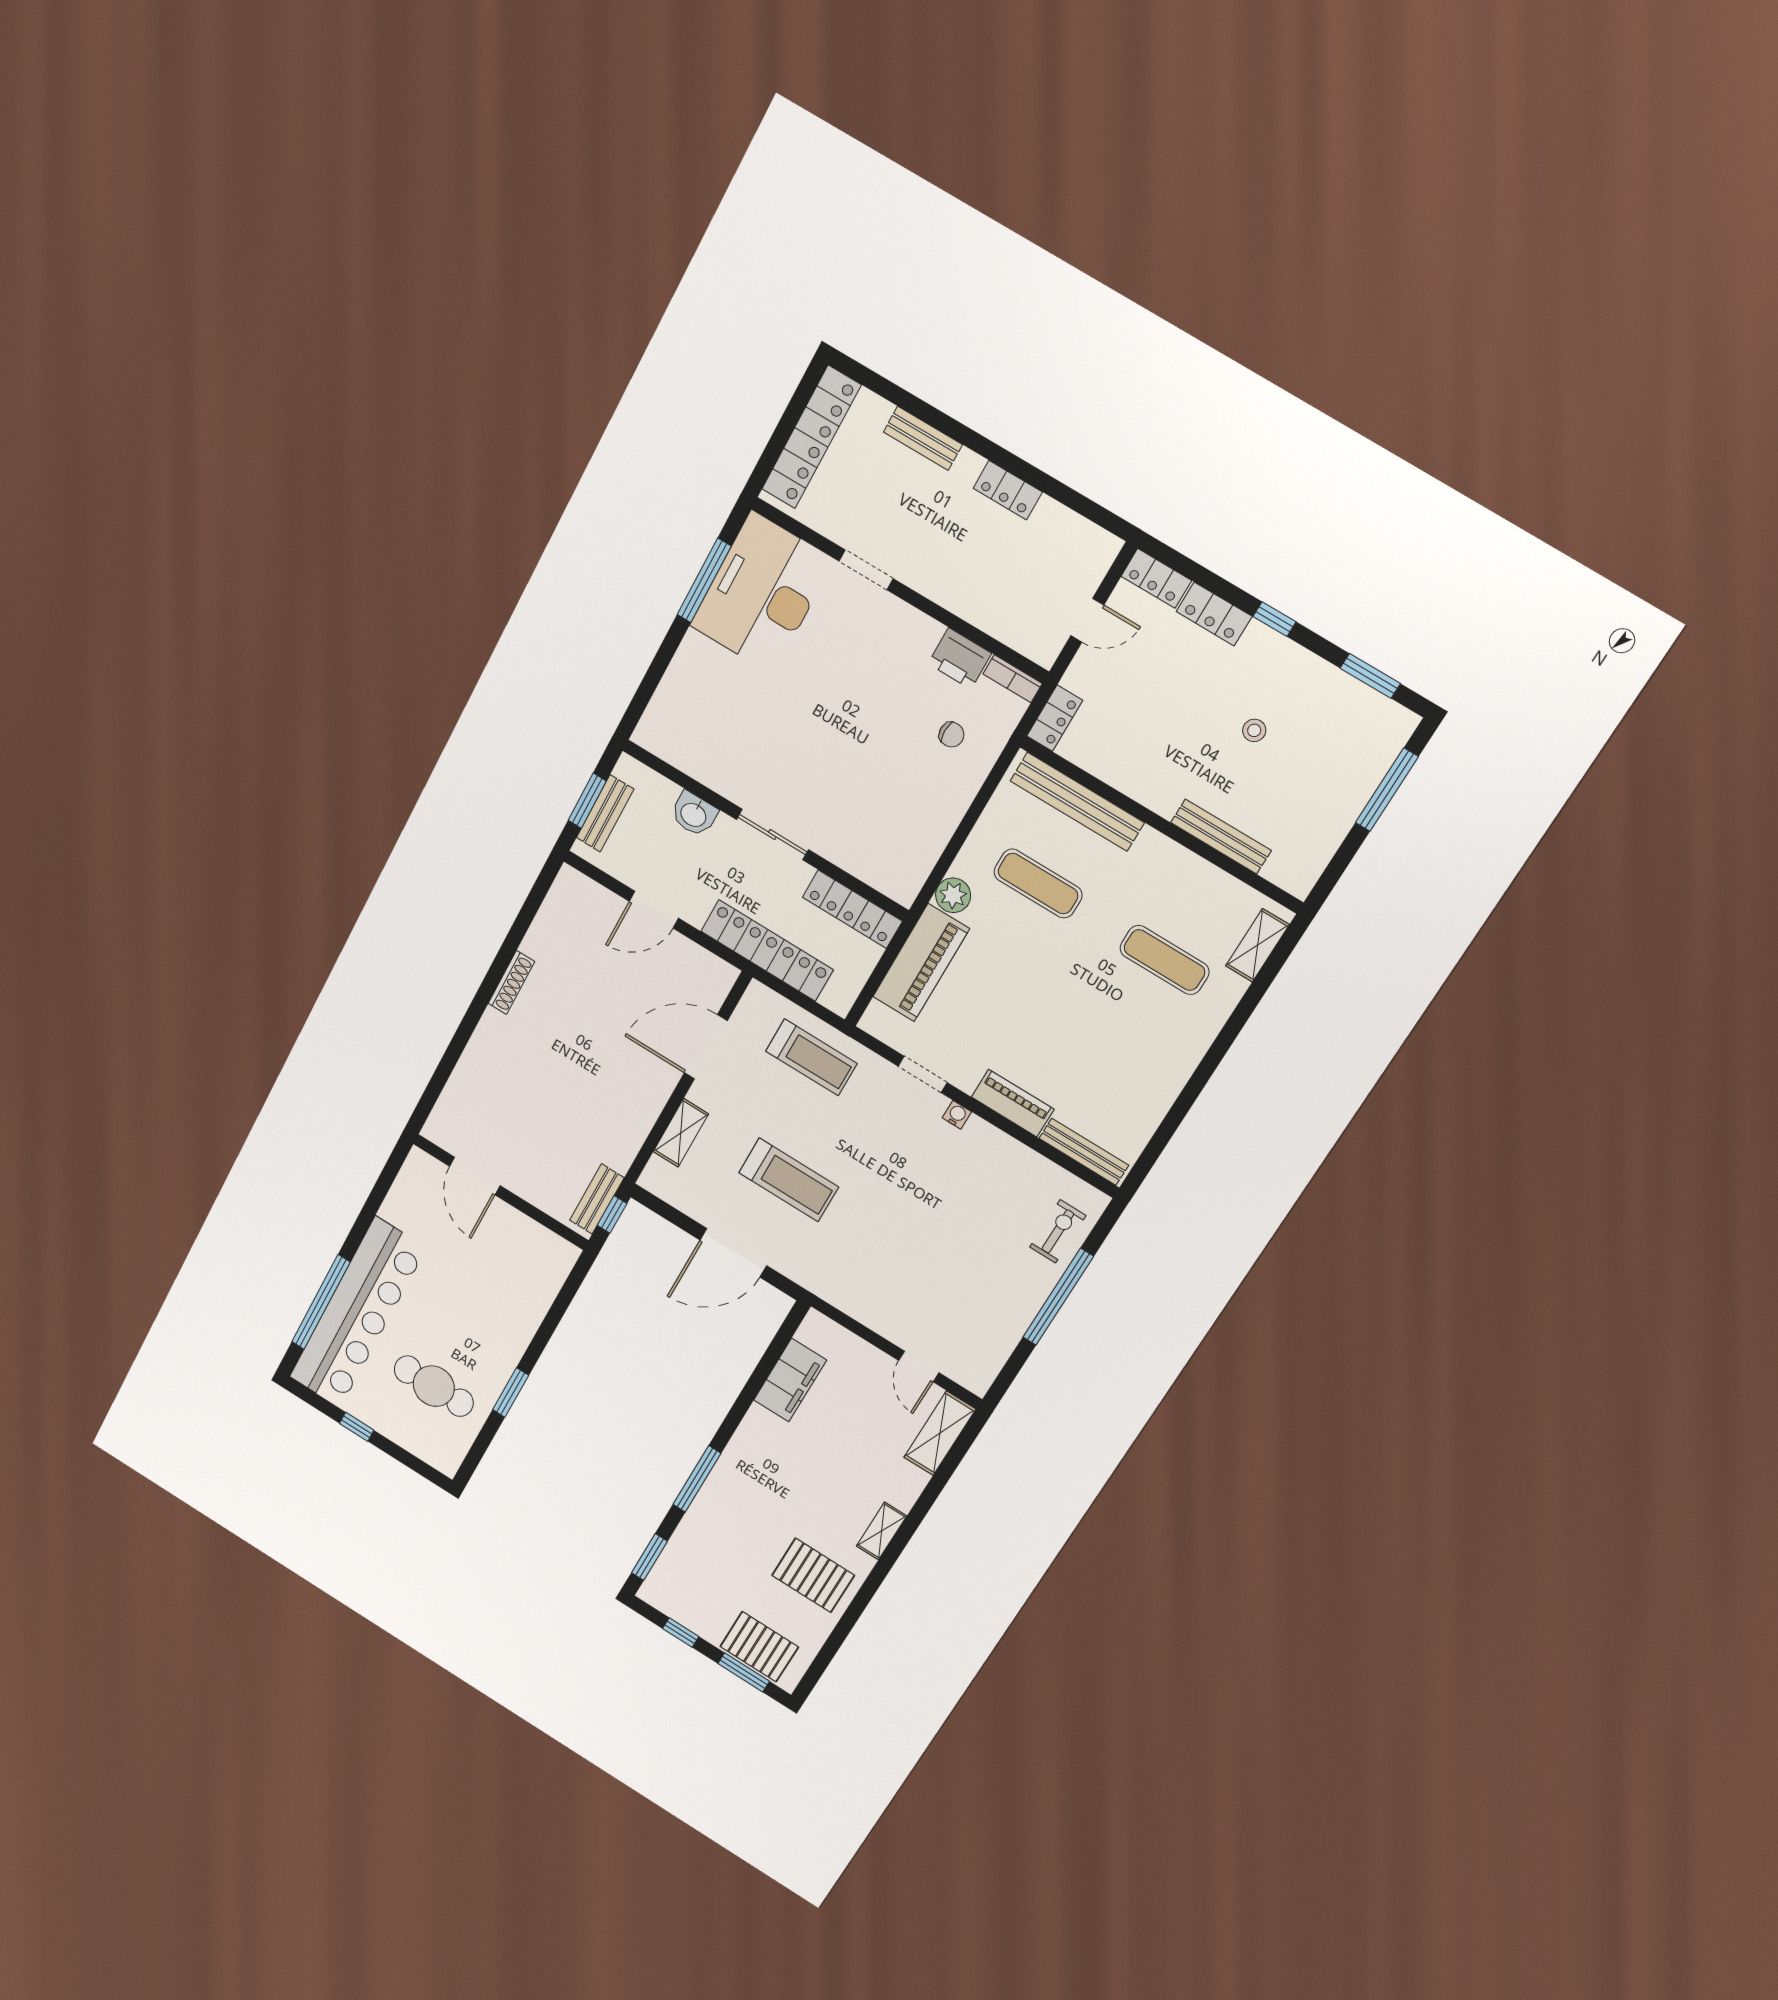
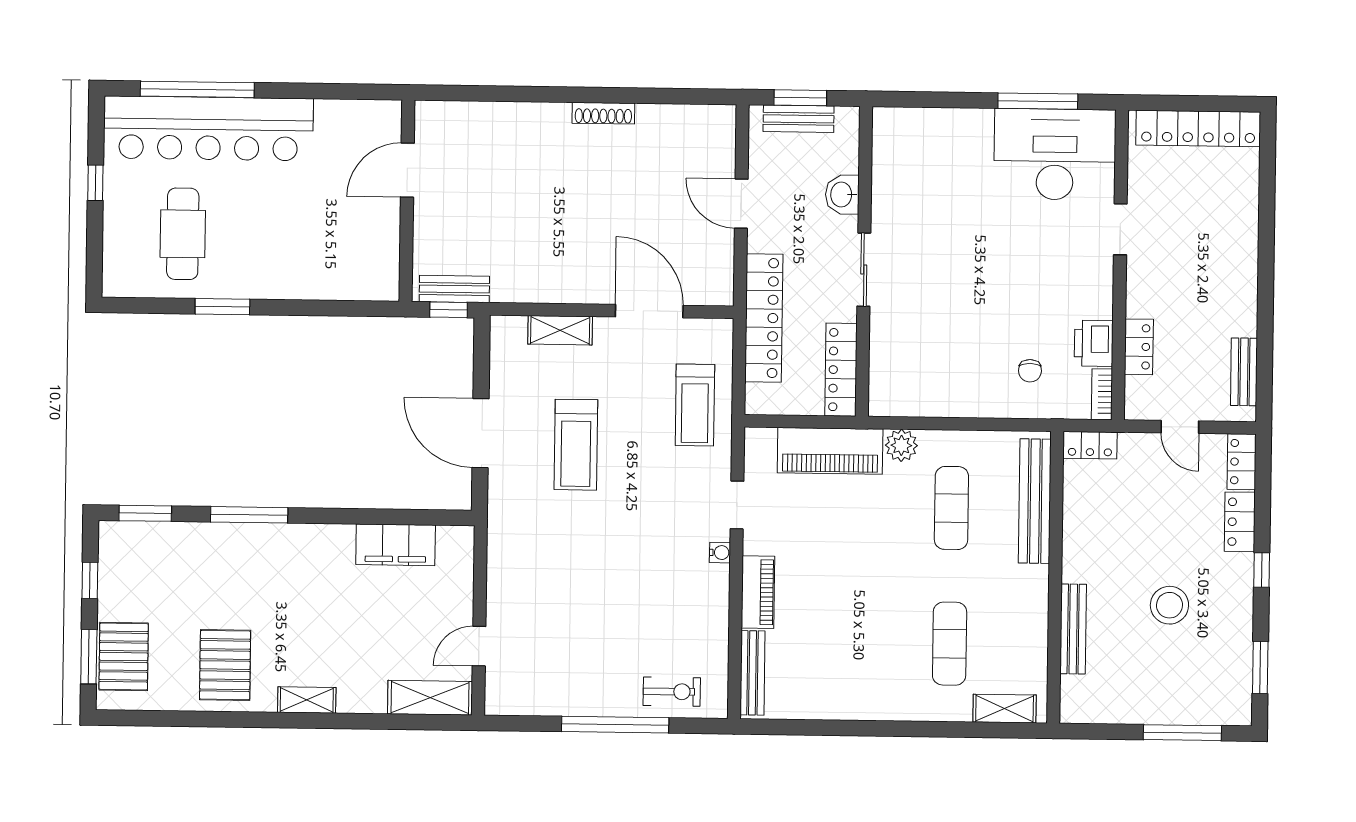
bench: (923, 438) -> (1244, 372), moved
locker: (1008, 490) -> (1139, 347), moved, turned 180
stool: (1254, 730) -> (1169, 605), width x1.89, depth x1.89

